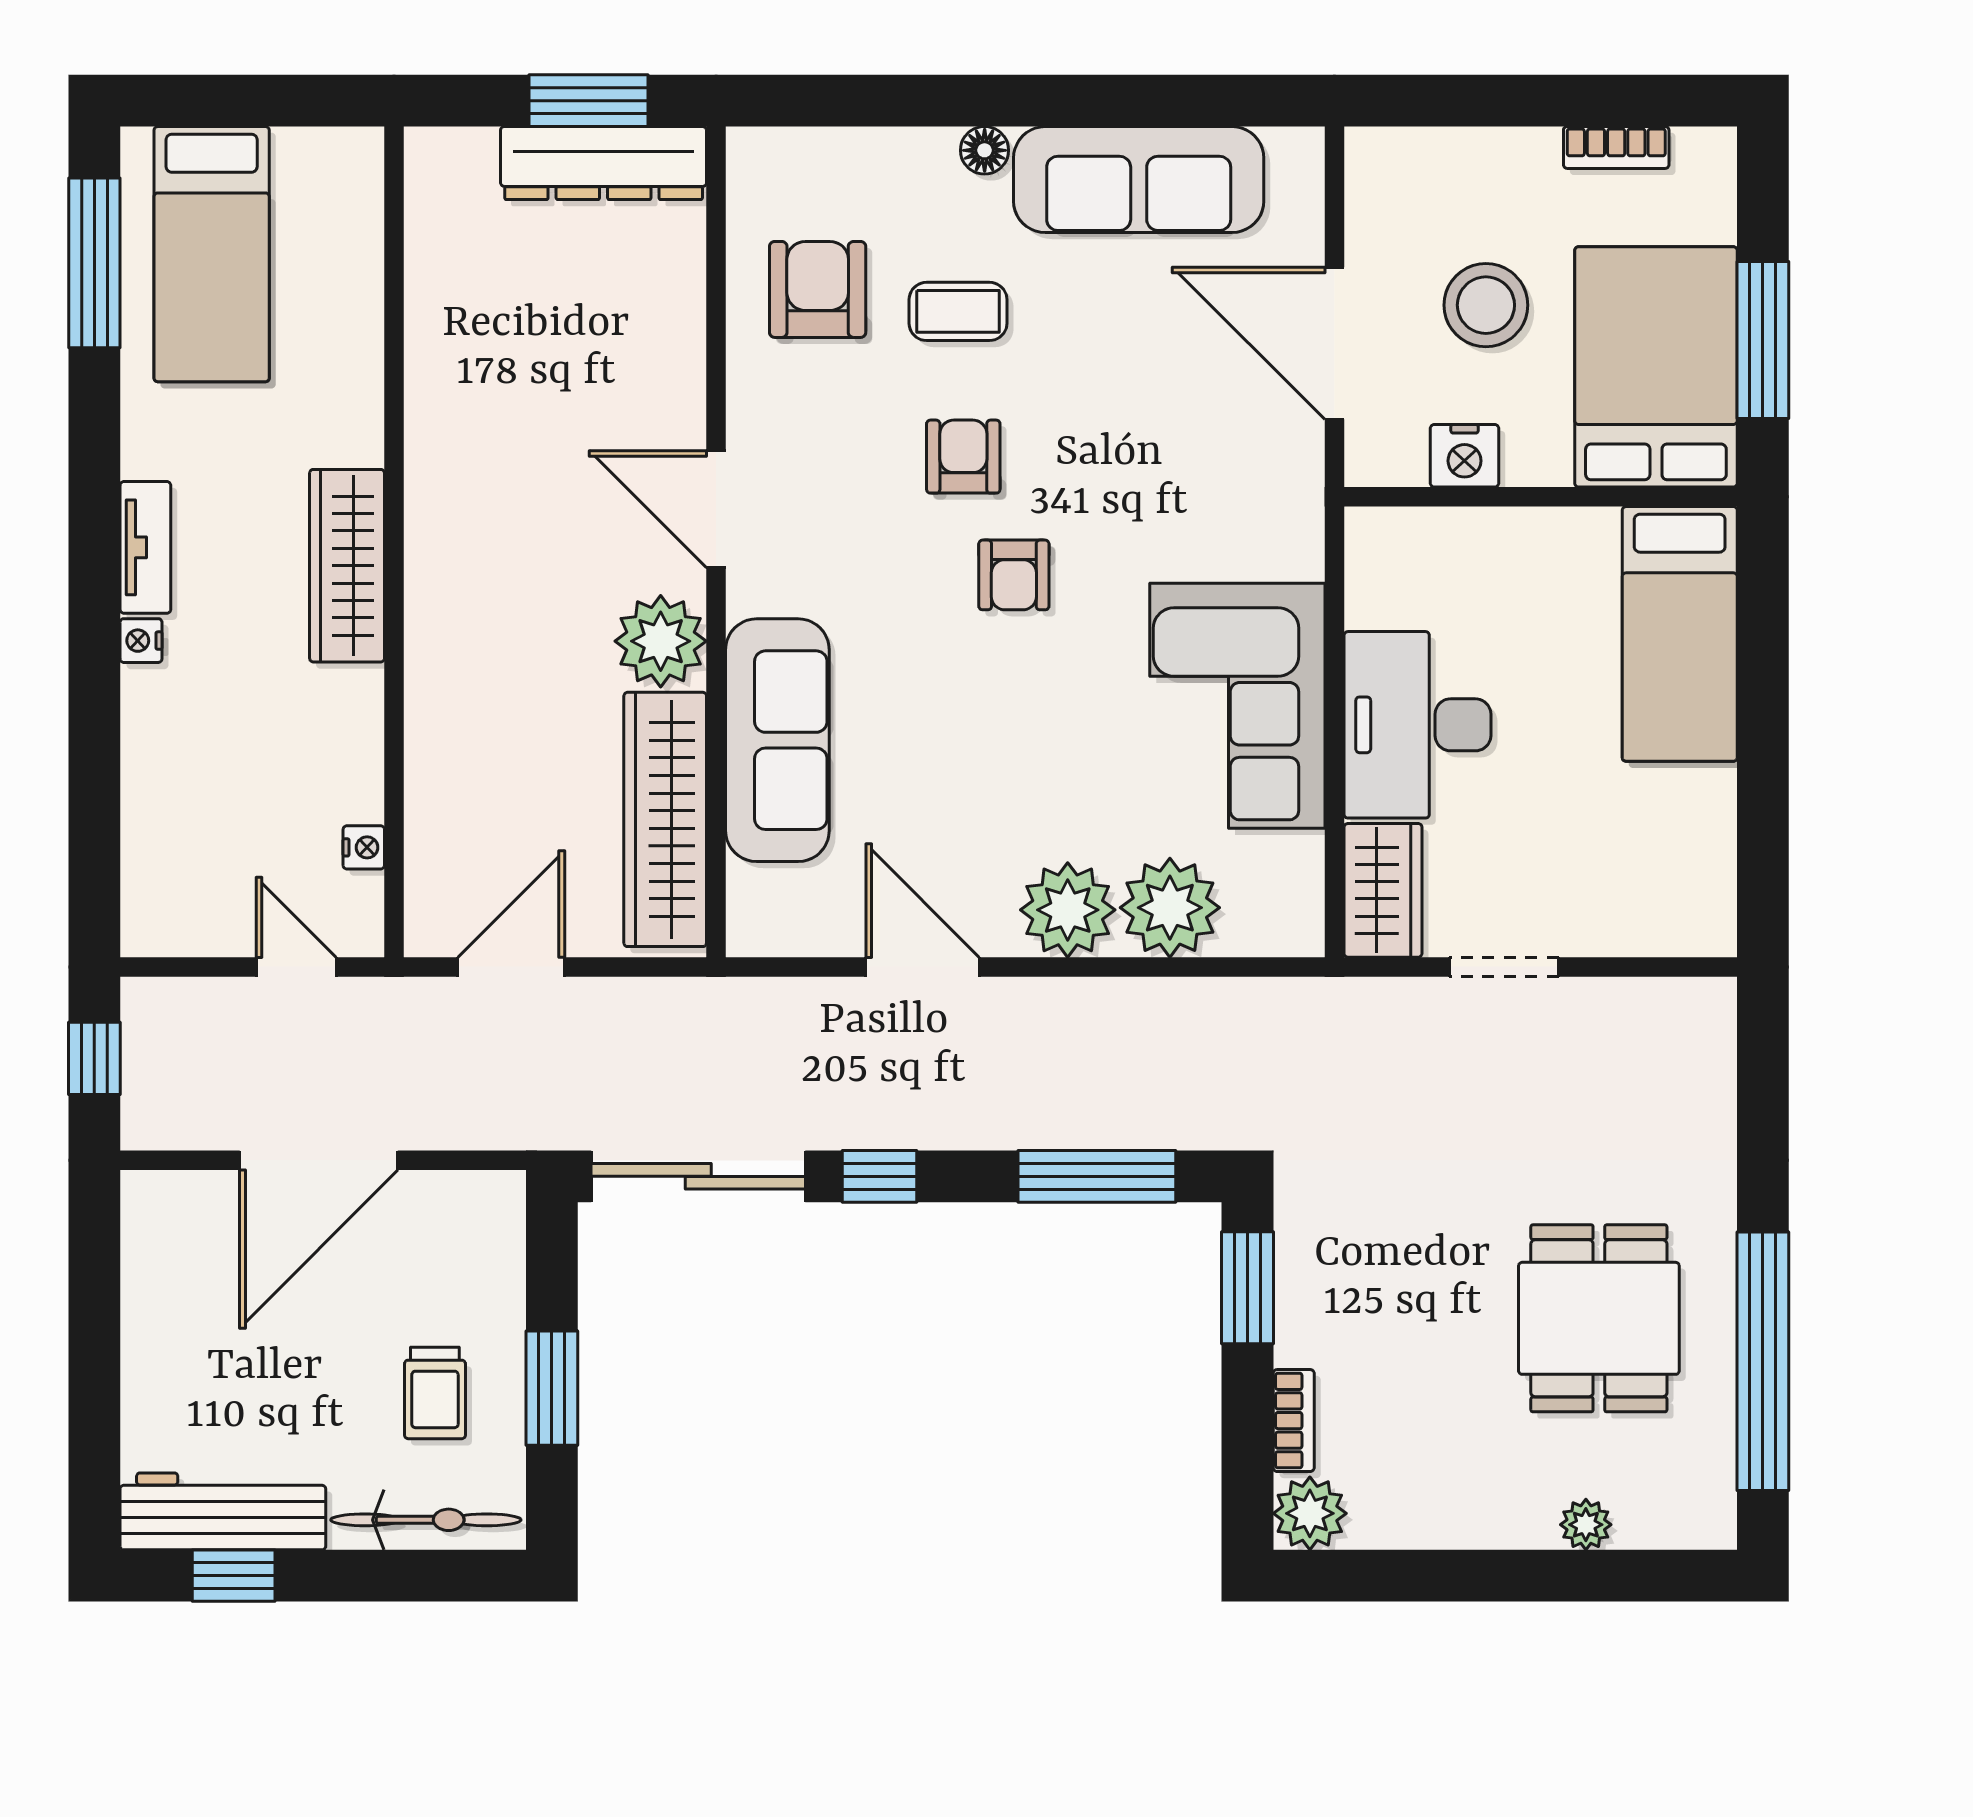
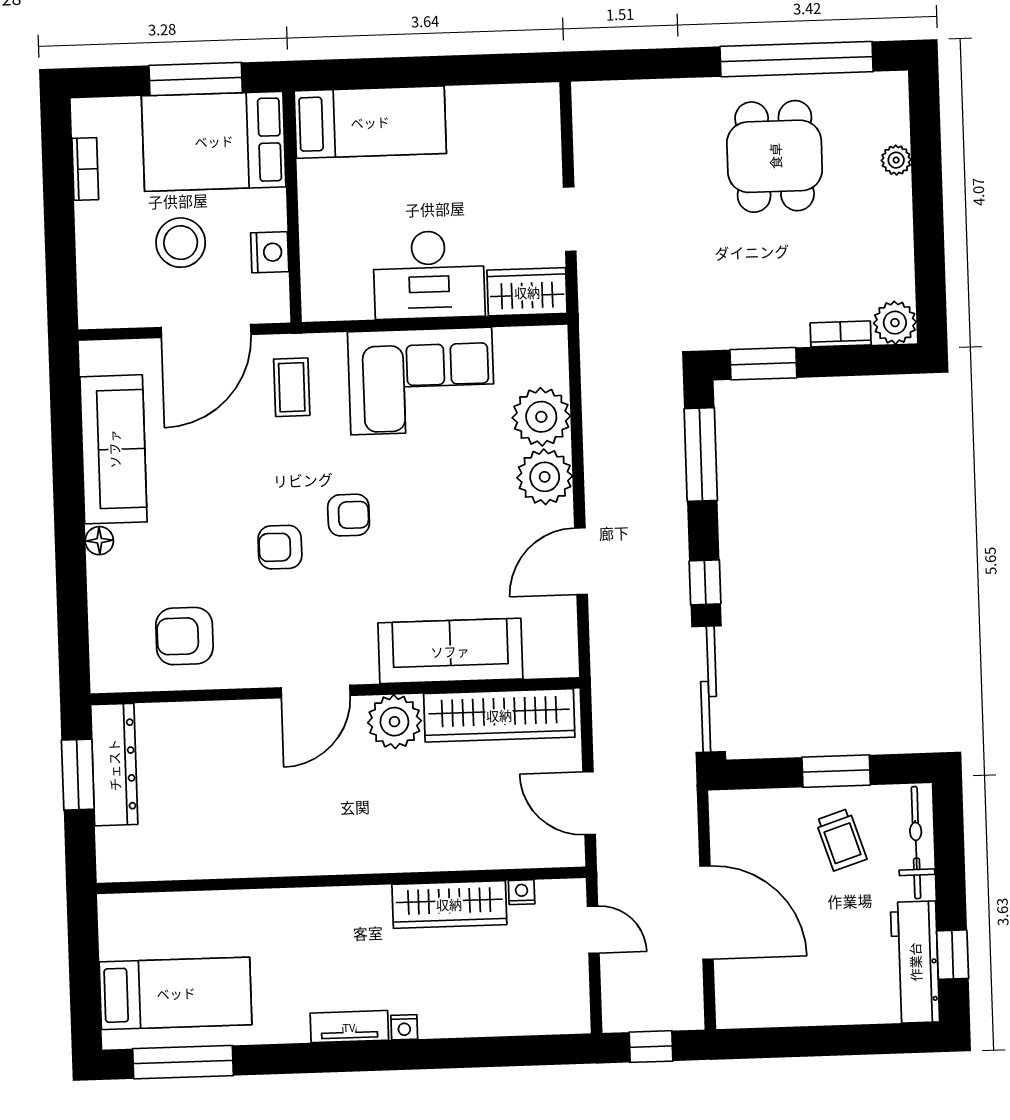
coffee table: (958, 311) -> (292, 387), moved
wardrobe: (347, 566) -> (449, 904), moved
door: (296, 967) -> (593, 930), swing flipped
dining table: (1599, 1318) -> (775, 156), turned 90
trolley: (435, 1393) -> (841, 840), turned 72

